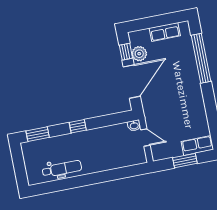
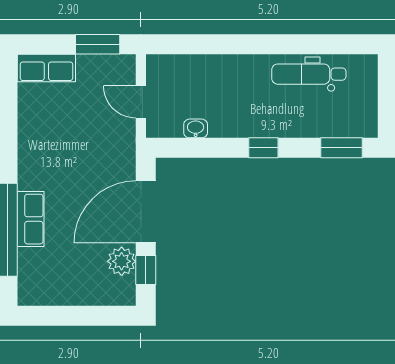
row of seats: (165, 32) -> (31, 219), moved, turned 90
washbasin: (134, 126) -> (196, 128), moved
window: (185, 161) -> (98, 44), moved

